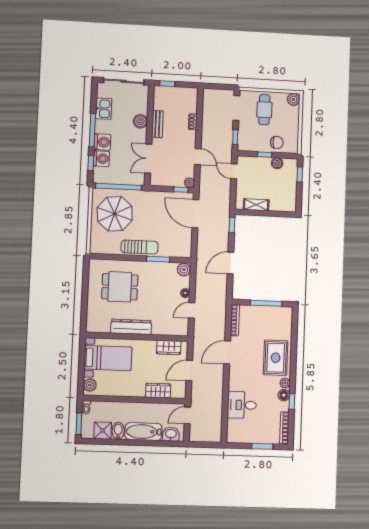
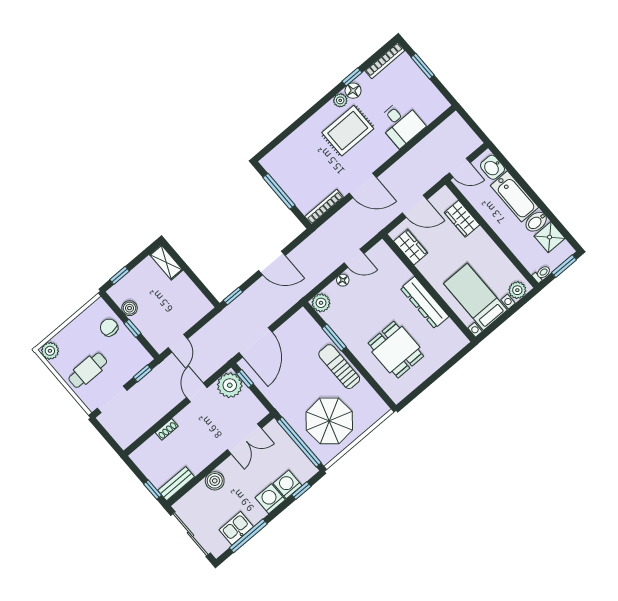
bench: (157, 124) -> (176, 484), moved
window: (92, 130) -> (248, 536), moved
plant: (189, 183) -> (230, 385), width x1.87, depth x1.87
shelving: (256, 205) -> (166, 262), moved
rug: (276, 358) -> (348, 131), moved

